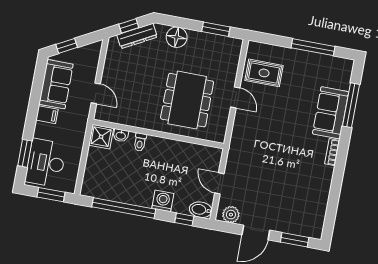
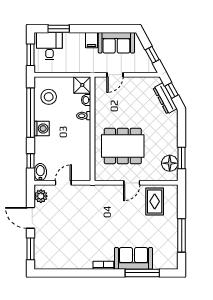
floor lamp: (177, 37) -> (170, 163), moved
window: (67, 46) -> (152, 55), moved
desk: (46, 163) -> (49, 46), width x0.73
stool: (108, 182) -> (49, 97), added
washing machine: (163, 201) -> (42, 128), moved

